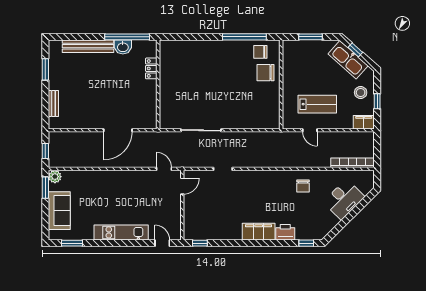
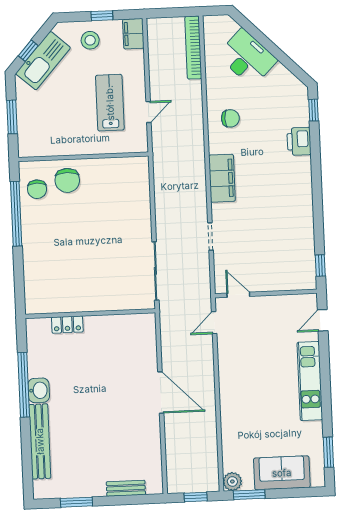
locker: (151, 68) -> (67, 325), moved
wall: (158, 84) -> (90, 314), moved
filing cabinet: (259, 232) -> (222, 178), moved, turned 180

